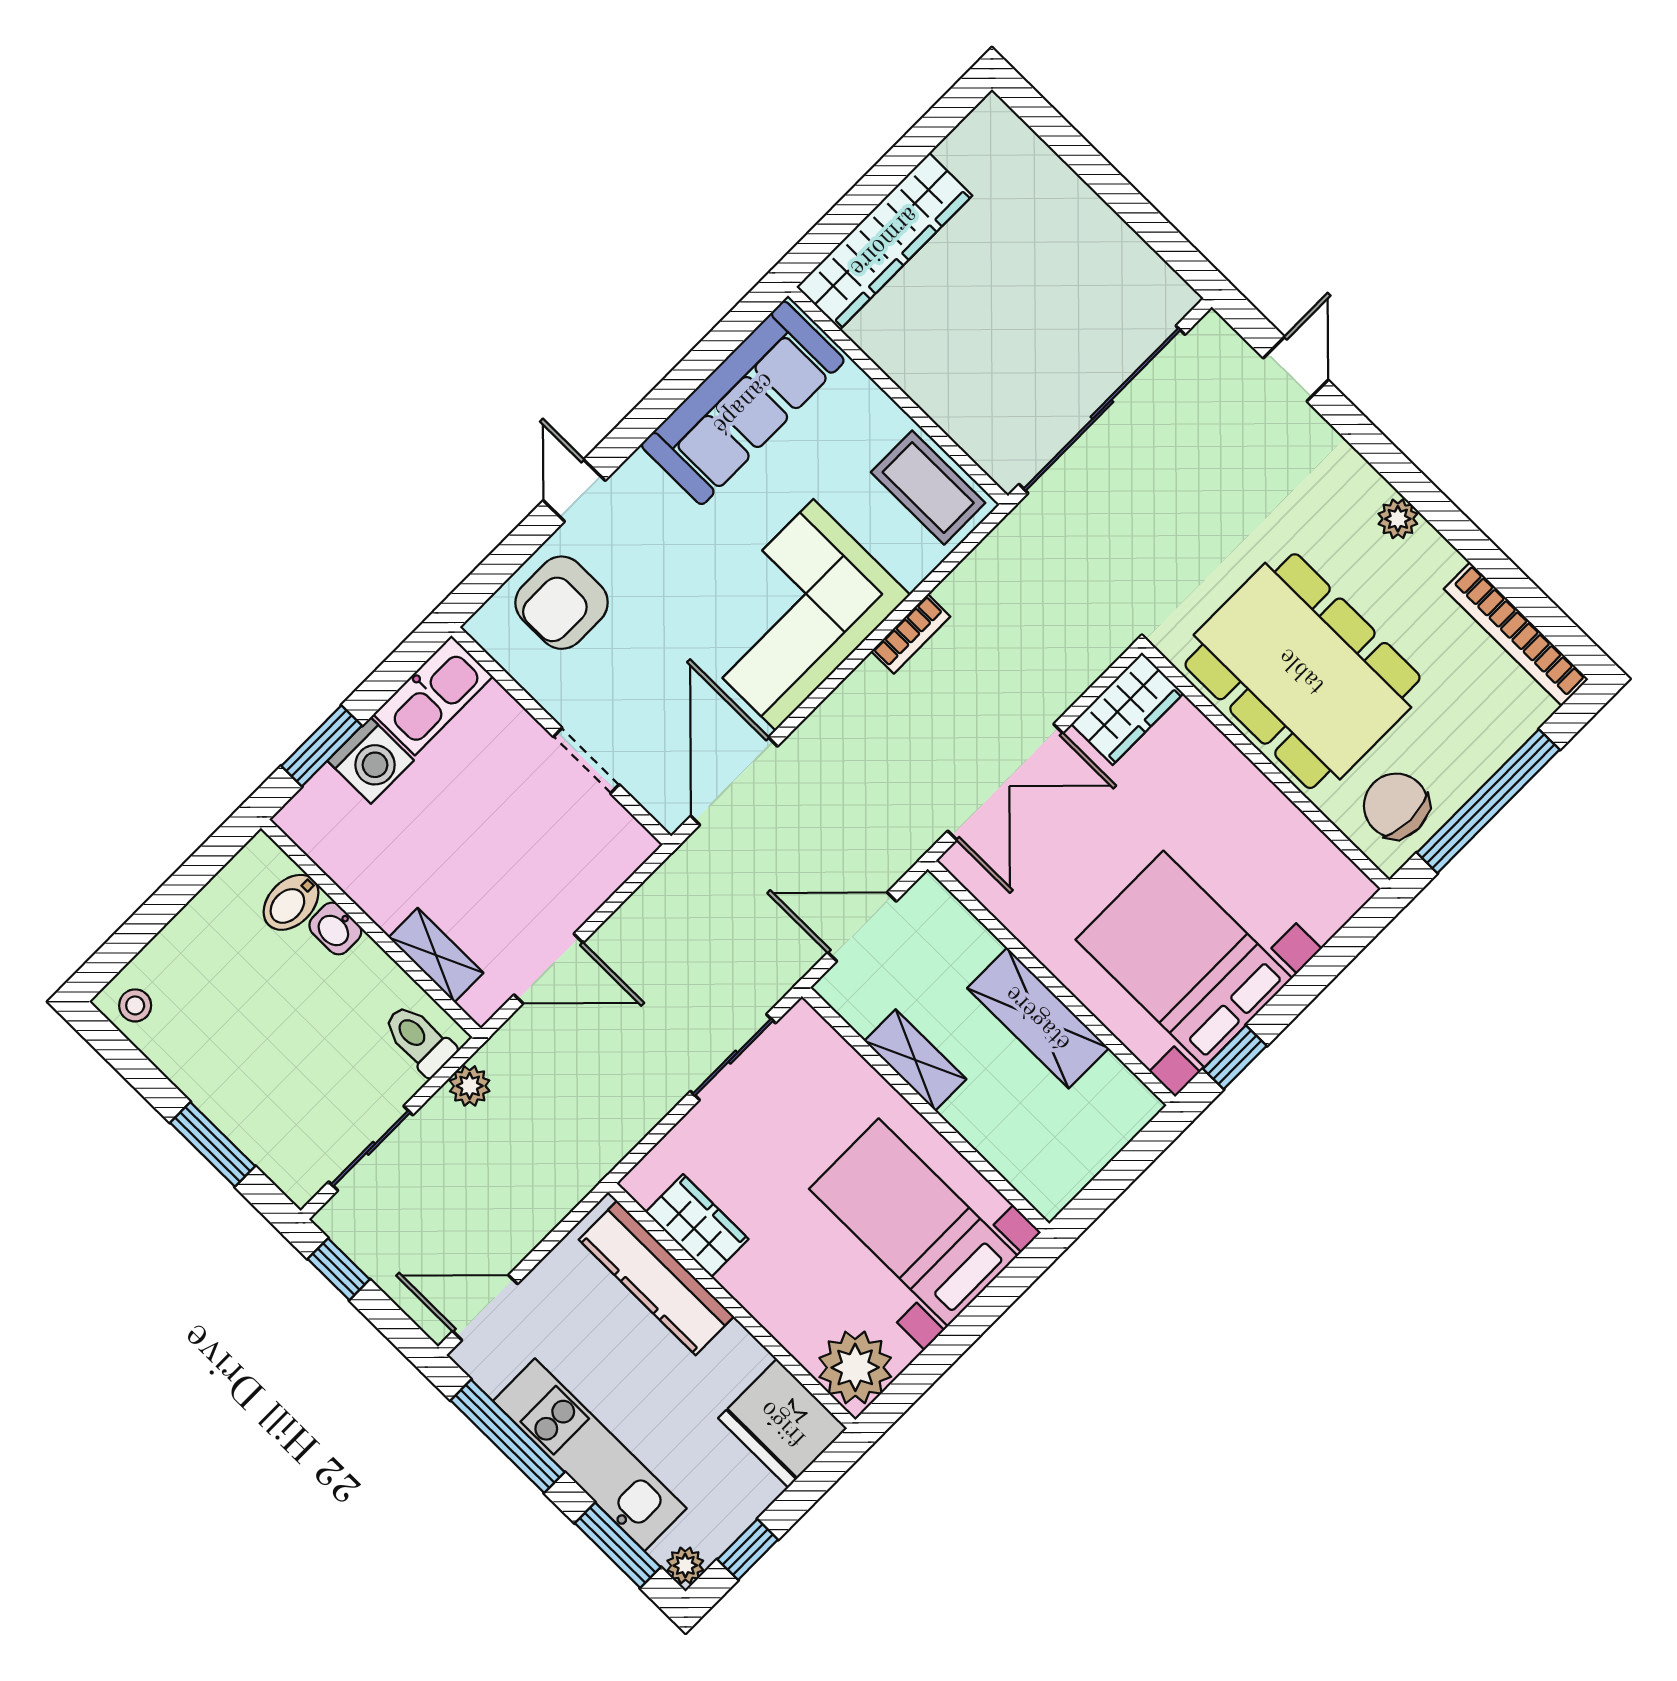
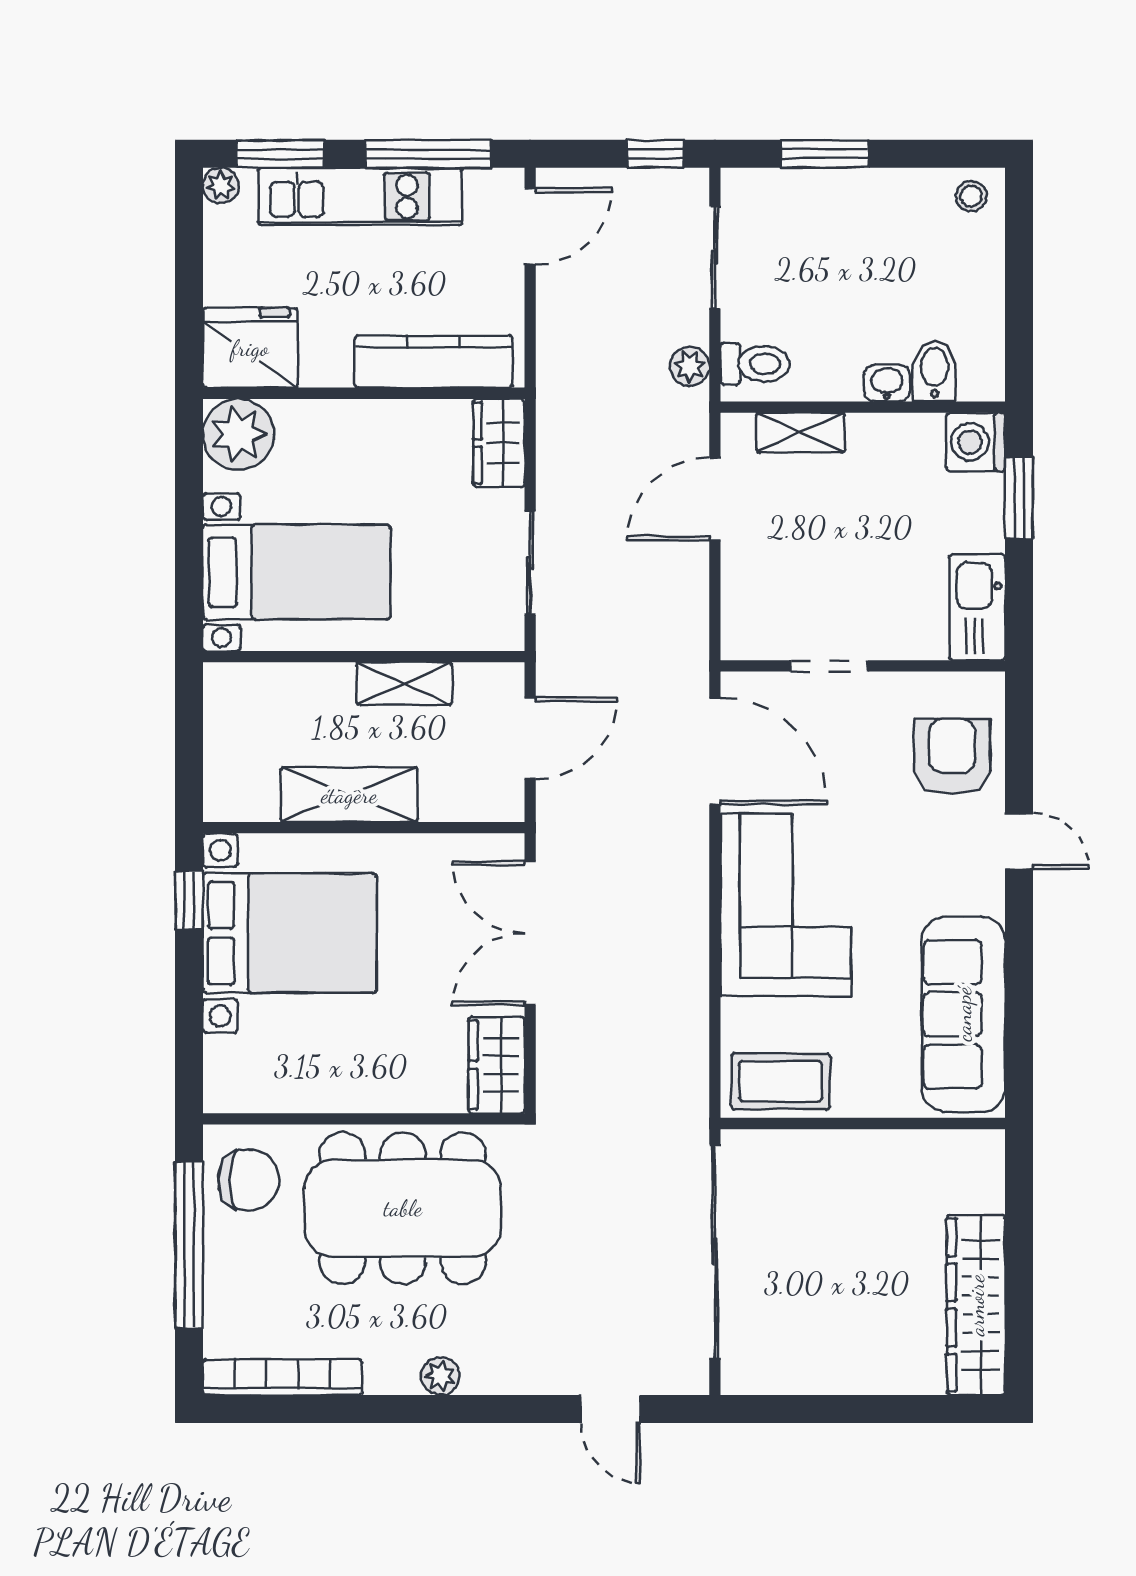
wardrobe: (884, 241) -> (976, 1305), moved
bookcase: (911, 634) -> (694, 970), removed
washing machine: (371, 760) -> (976, 442), moved
wardrobe: (697, 1226) -> (499, 443), moved, turned 90
window: (748, 1550) -> (189, 238), removed

